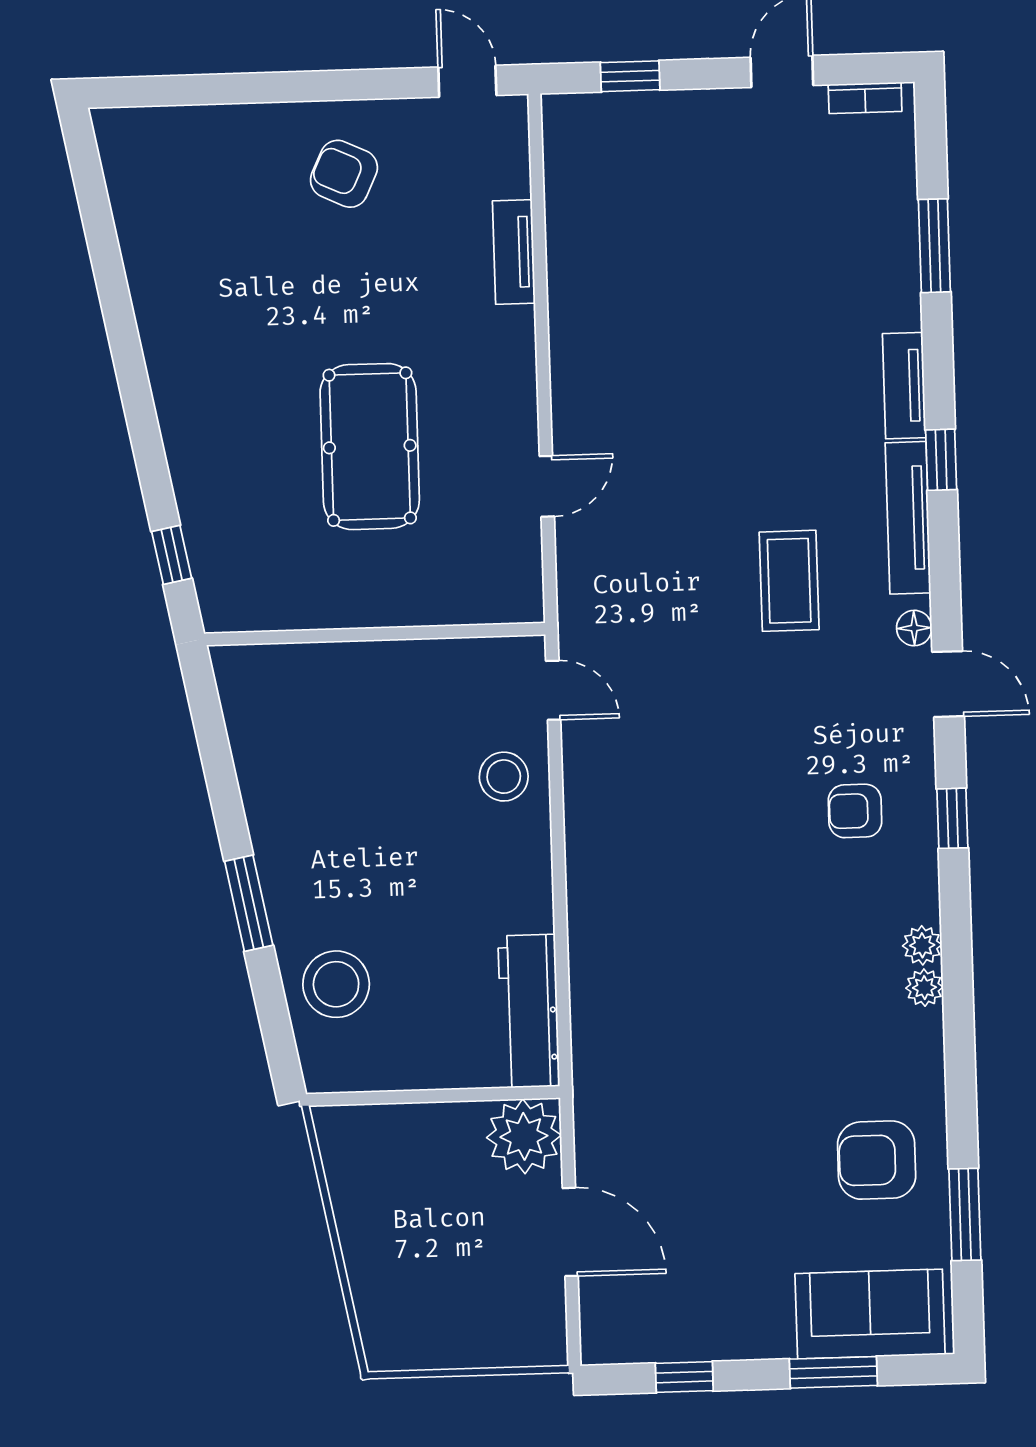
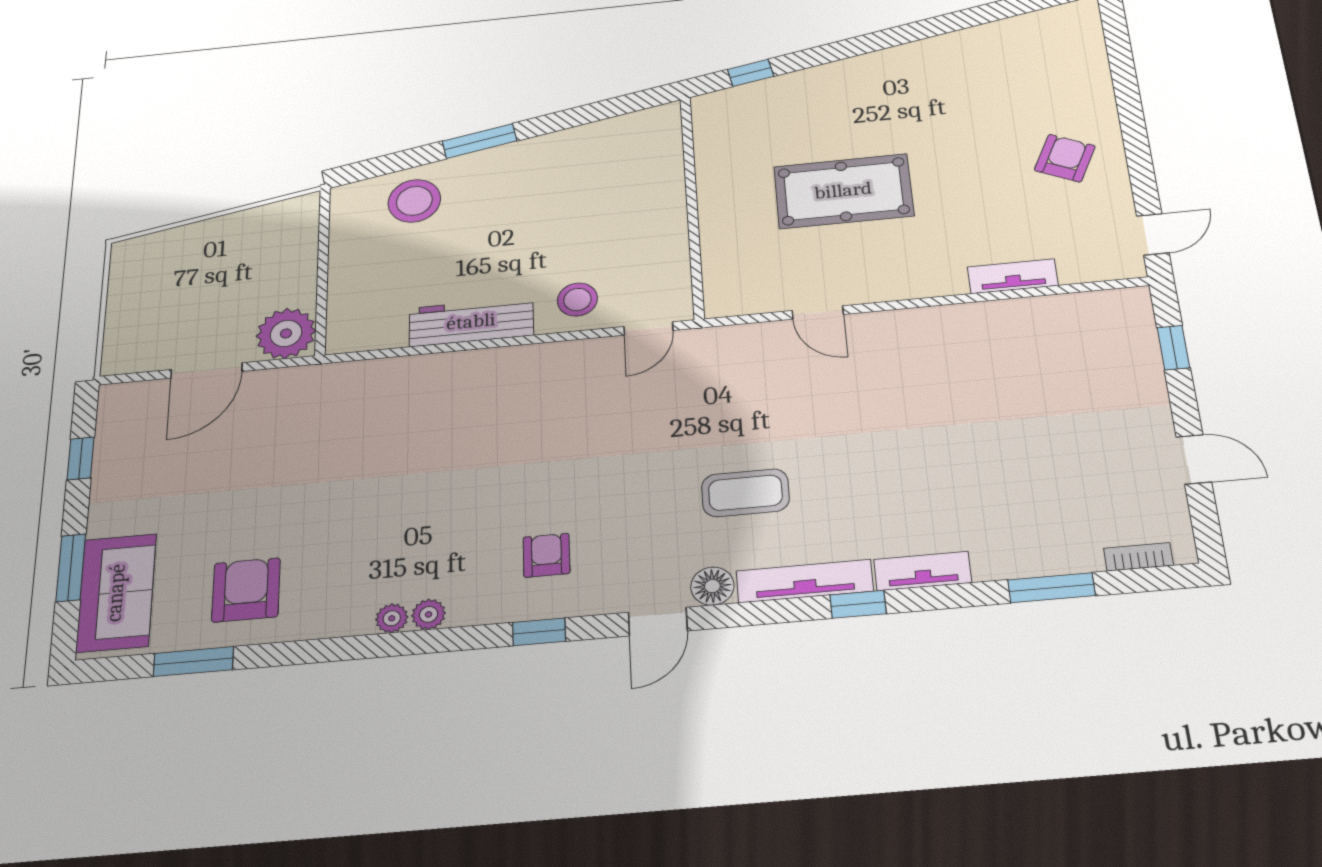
bookcase: (865, 98) -> (1138, 557), moved, turned 90
floor lamp: (914, 628) -> (712, 586), width x1.37, depth x1.37
workbench: (529, 1011) -> (471, 322), moved

